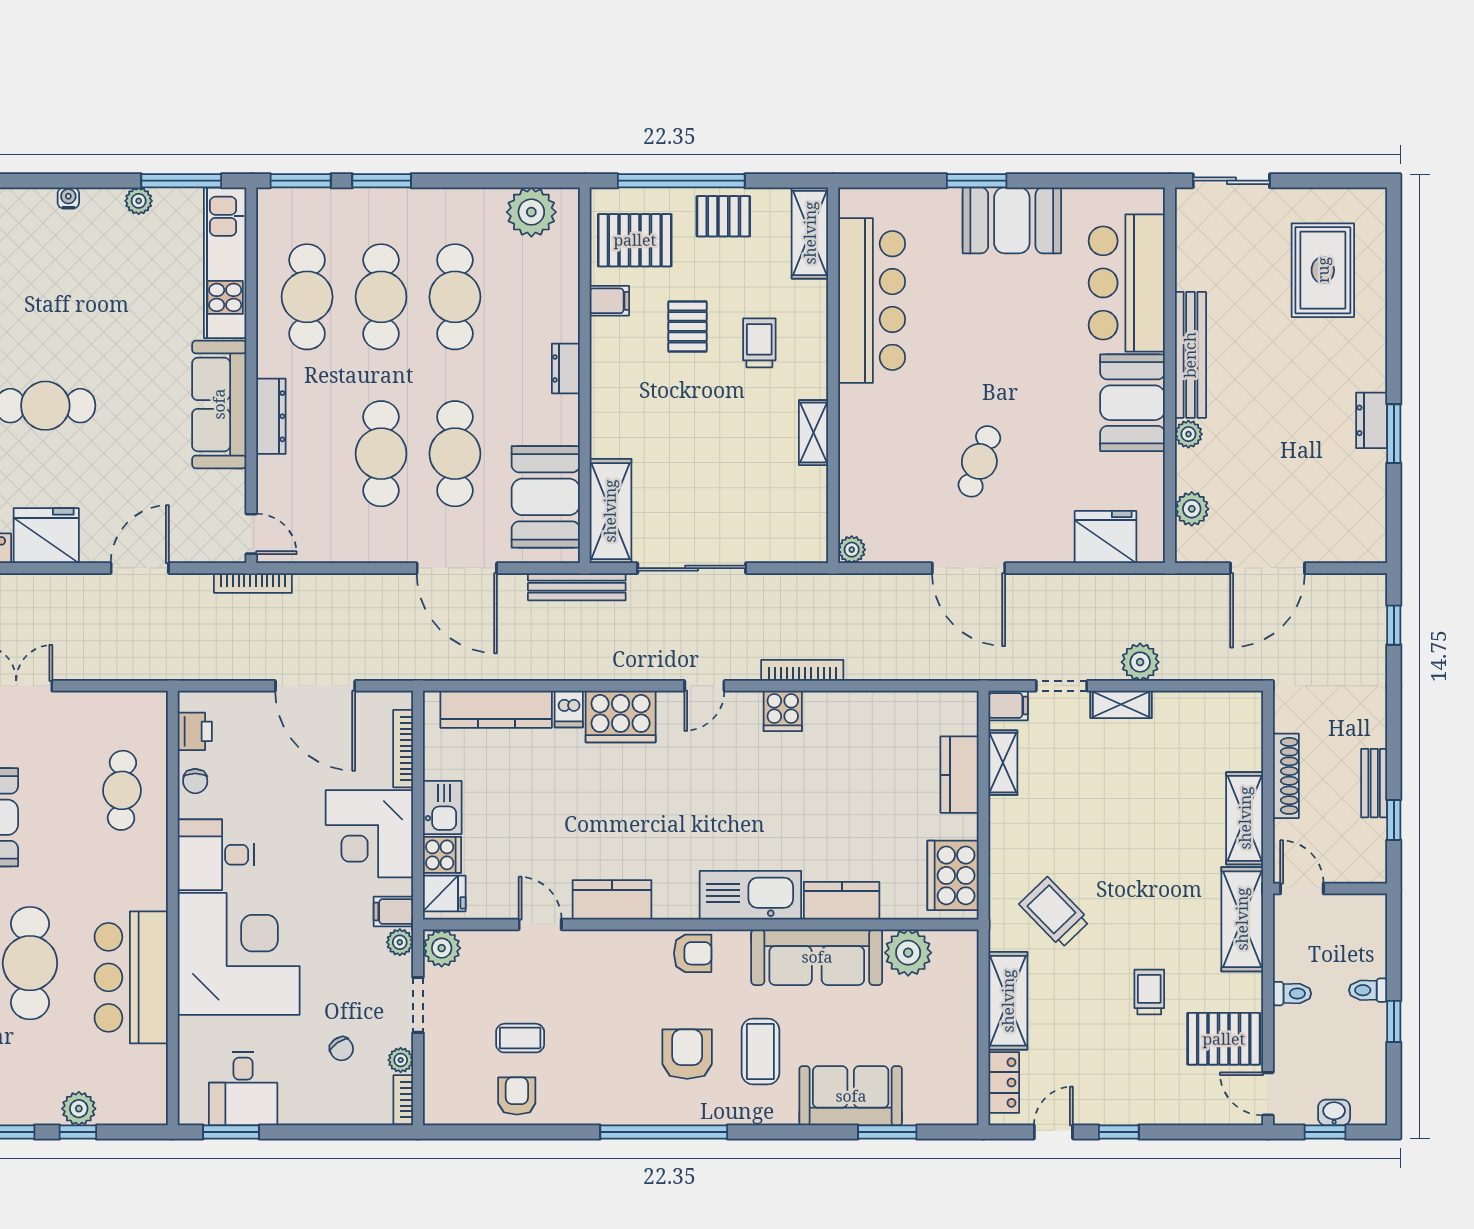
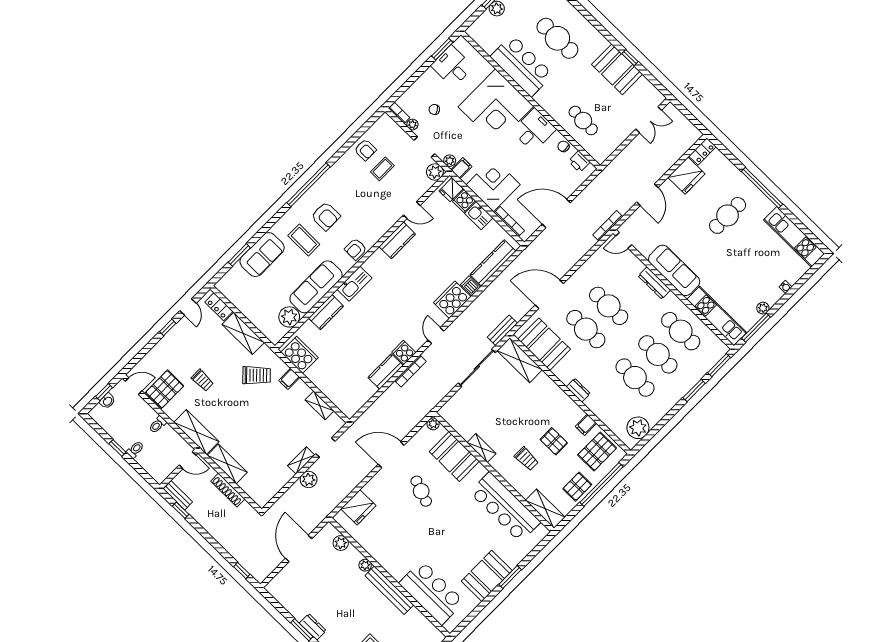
booth: (1132, 403) -> (454, 456), moved
bench: (577, 587) -> (502, 330), width x0.73
filing cabinet: (1008, 706) -> (289, 379), moved
kitchen counter: (960, 775) -> (386, 371), moved, turned -90
bench: (1374, 783) -> (178, 495), moved
kitchen sink: (750, 895) -> (354, 284), width x0.73, depth x0.81

